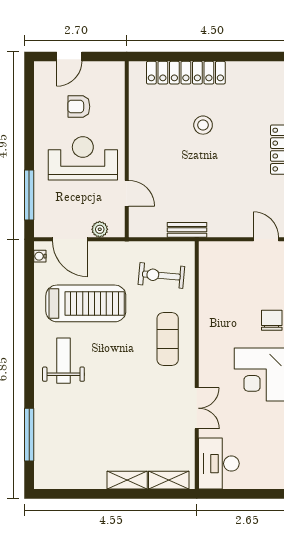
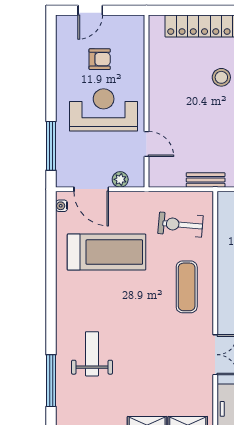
armchair: (79, 107) -> (100, 59), turned 180
weight bench: (63, 361) -> (92, 354), moved

